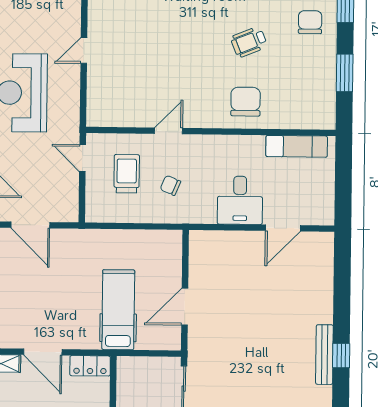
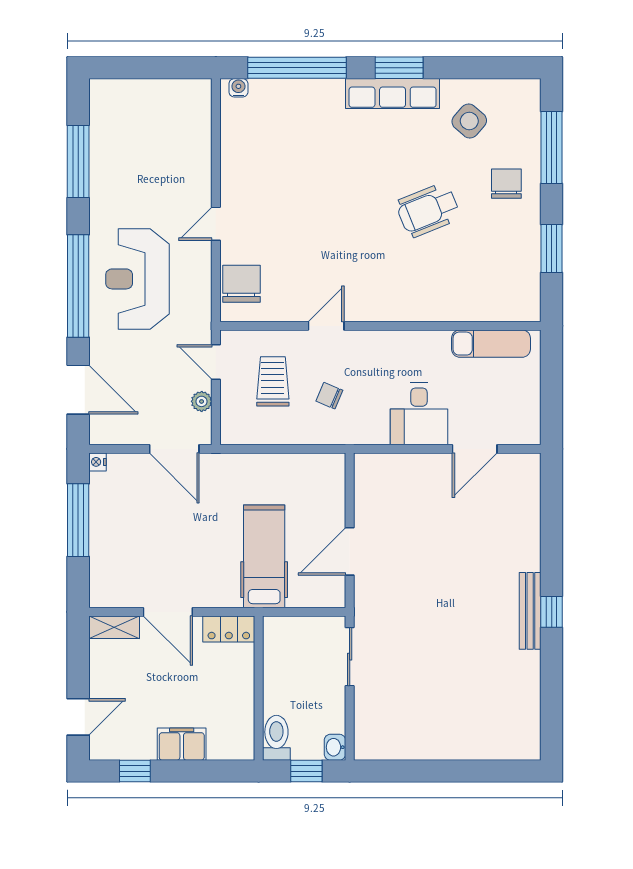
wheelchair: (249, 42) -> (428, 210), width x1.36, depth x1.37
chair: (246, 102) -> (241, 284), moved
plant: (71, 189) -> (202, 401), added
door: (30, 225) -> (174, 449), moved

